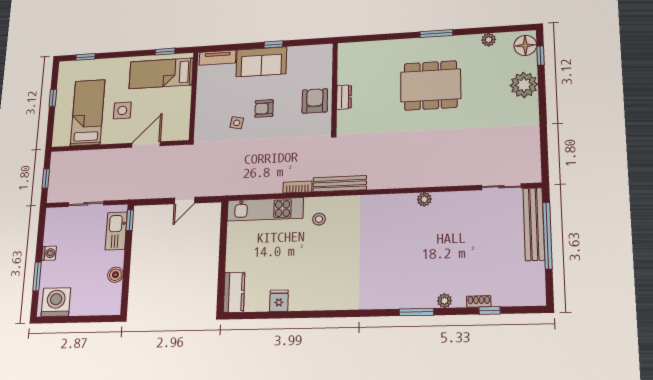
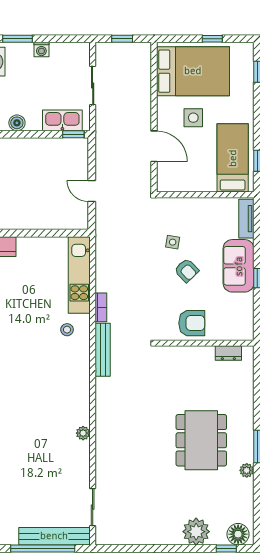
plant: (489, 40) -> (247, 470), moved
dresser: (344, 97) -> (228, 353), moved
armchair: (264, 108) -> (187, 270), turned 136
bed: (88, 113) -> (193, 71), width x1.50

